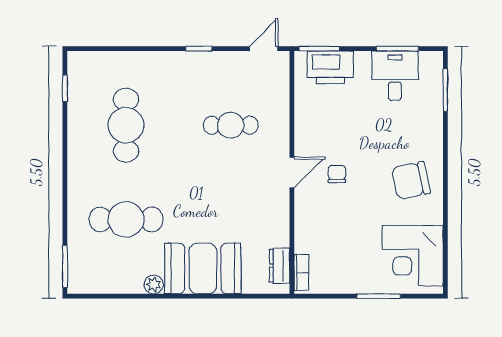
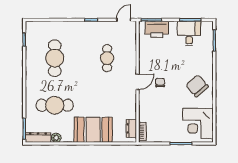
cafe table: (231, 125) -> (107, 58), turned 90
chair: (411, 181) -> (197, 86), turned 61
dresser: (92, 284) -> (38, 137), added
plant: (154, 284) -> (56, 138), moved

